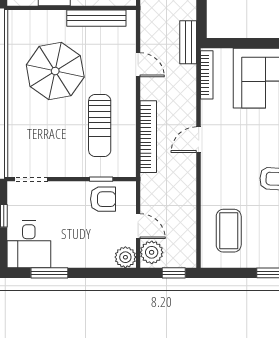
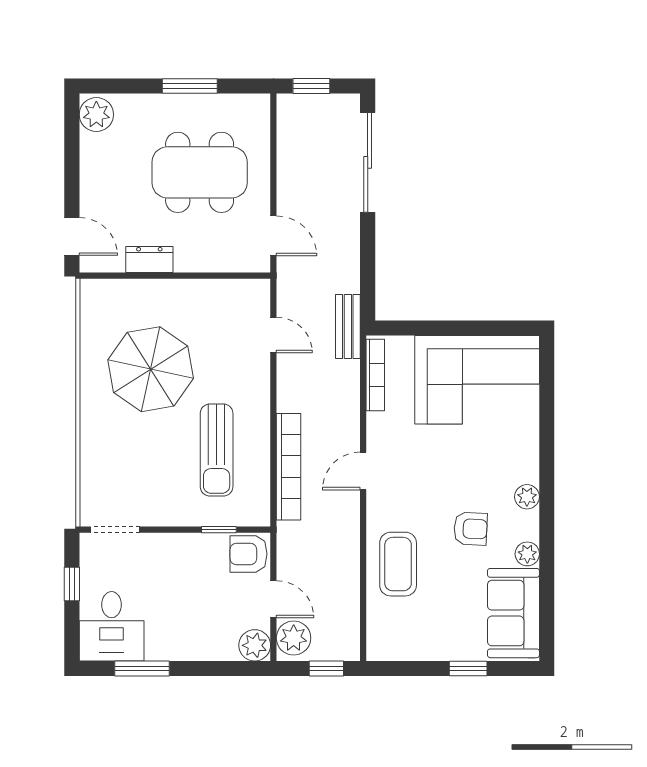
bench: (96, 18) -> (212, 291), removed
door: (138, 65) -> (273, 335), moved
armchair: (103, 199) -> (249, 554), moved, turned 180
coffee table: (229, 231) -> (398, 564), moved

